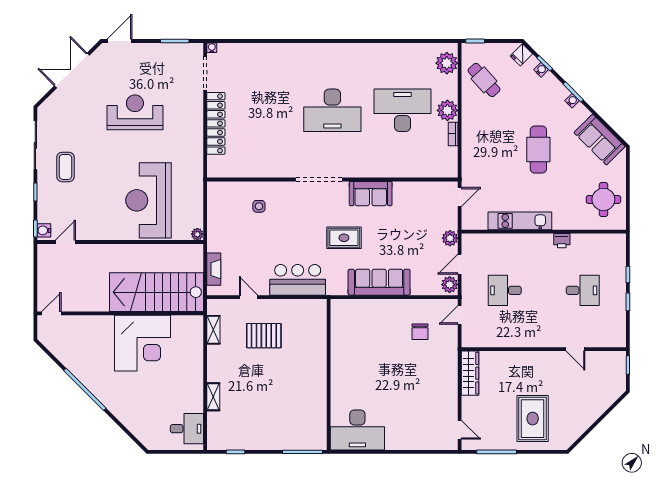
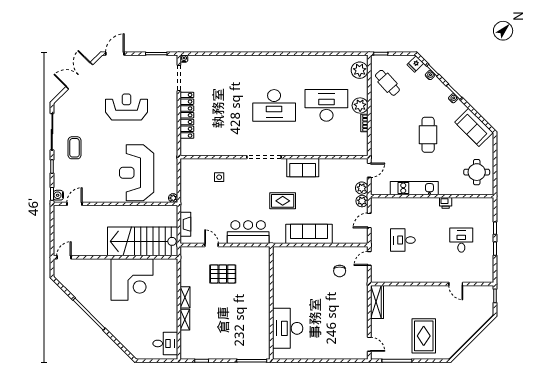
plant: (450, 285) -> (362, 188), moved
desk: (583, 290) -> (461, 240), turned -90
shelving: (213, 330) -> (185, 297), moved
desk: (357, 430) -> (288, 328), moved, turned 90

